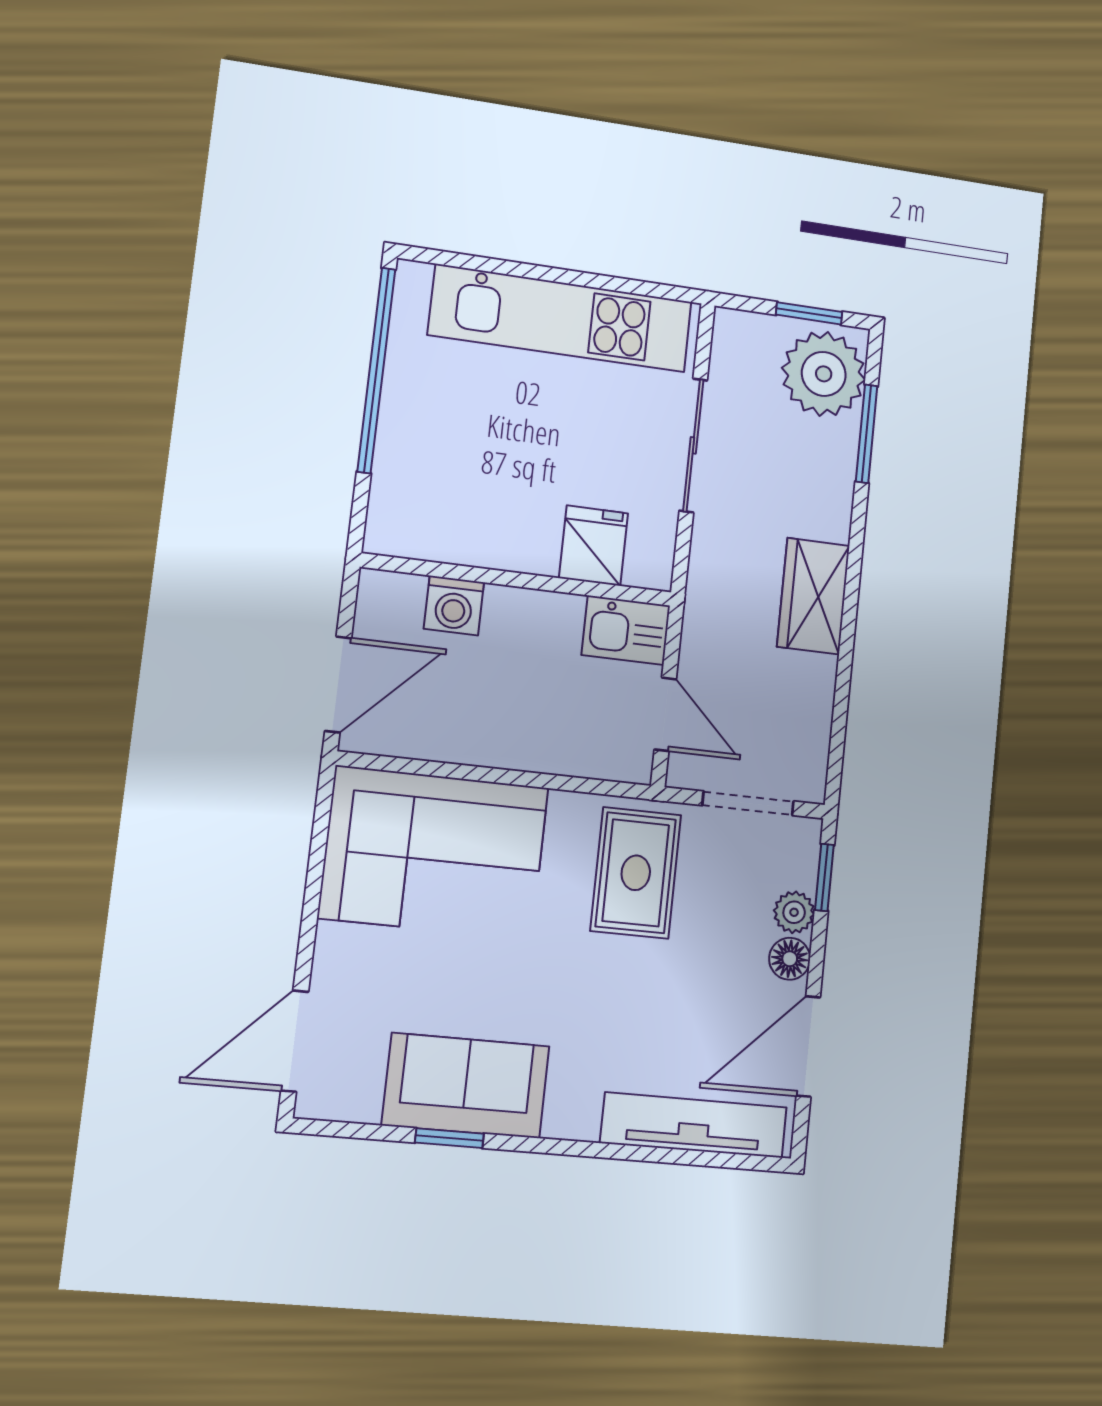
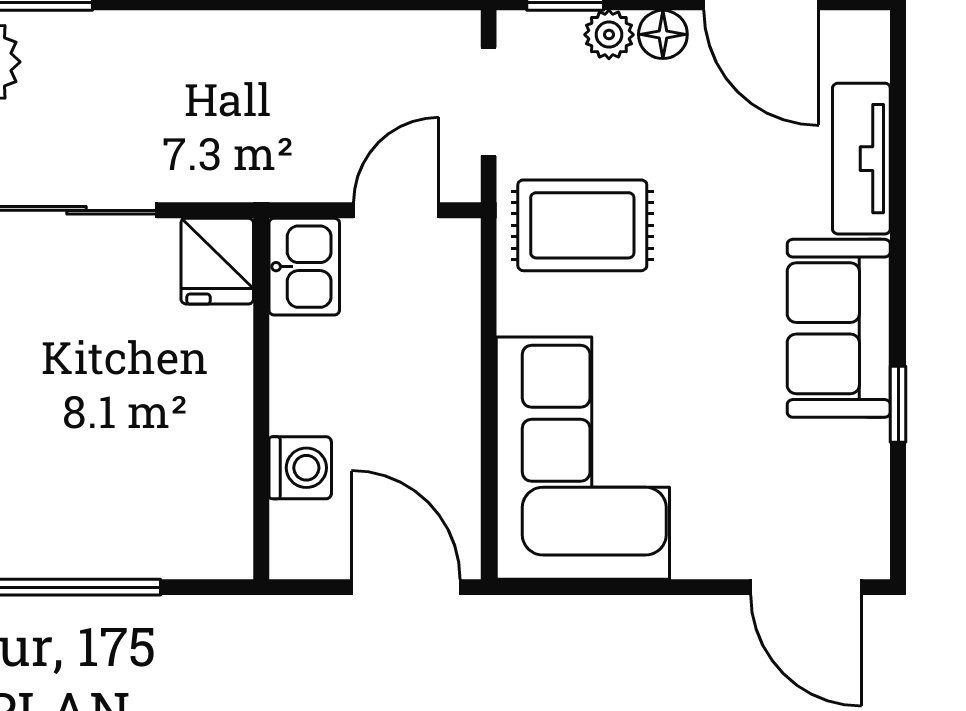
fridge: (594, 546) -> (217, 261), moved, turned -90
wardrobe: (813, 596) -> (237, 48), removed
sofa: (466, 1086) -> (839, 328), moved
tv unit: (694, 1125) -> (861, 159), width x0.71

